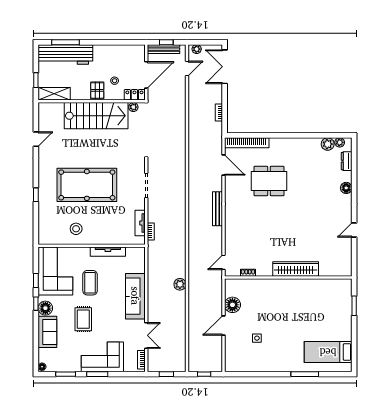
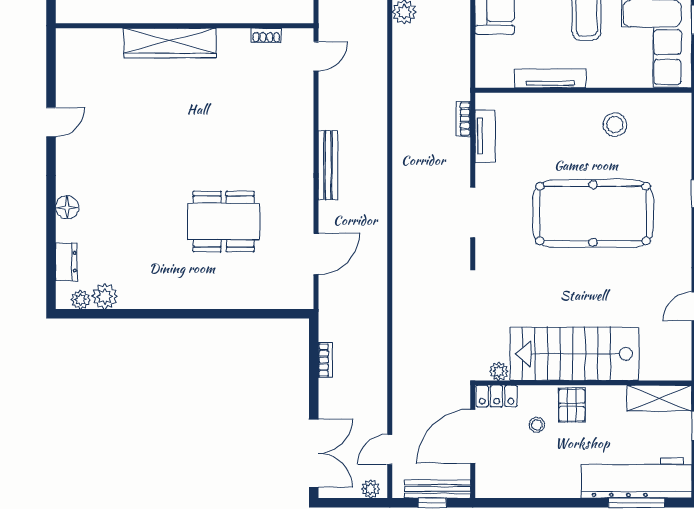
bookcase: (247, 143) -> (269, 299), removed
door: (223, 165) -> (316, 254), swing flipped

